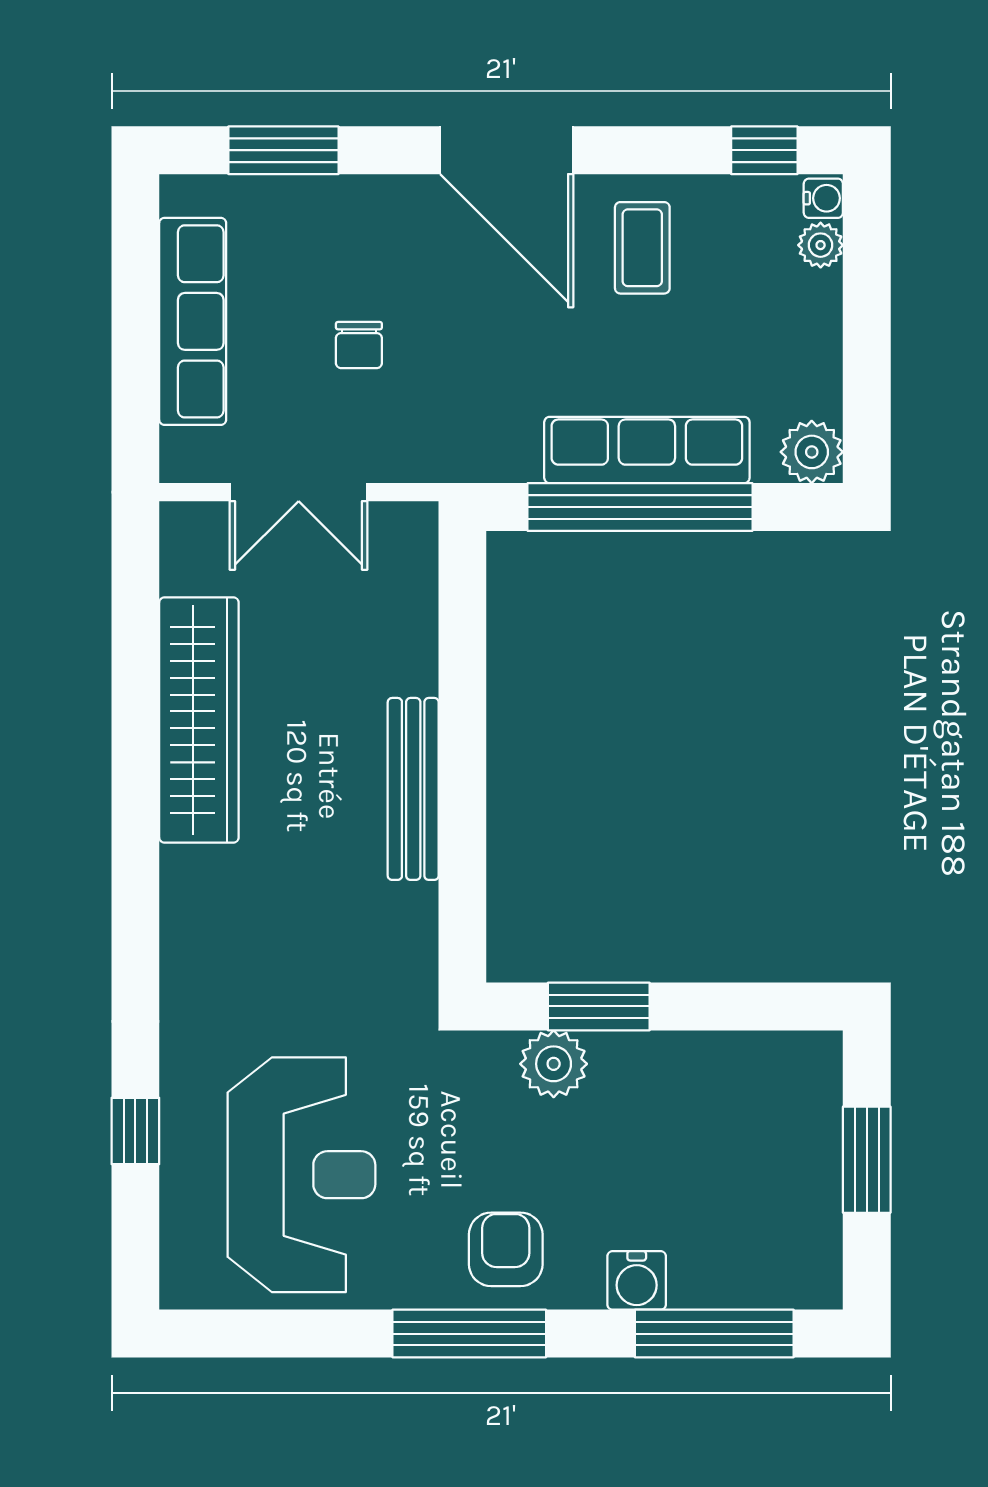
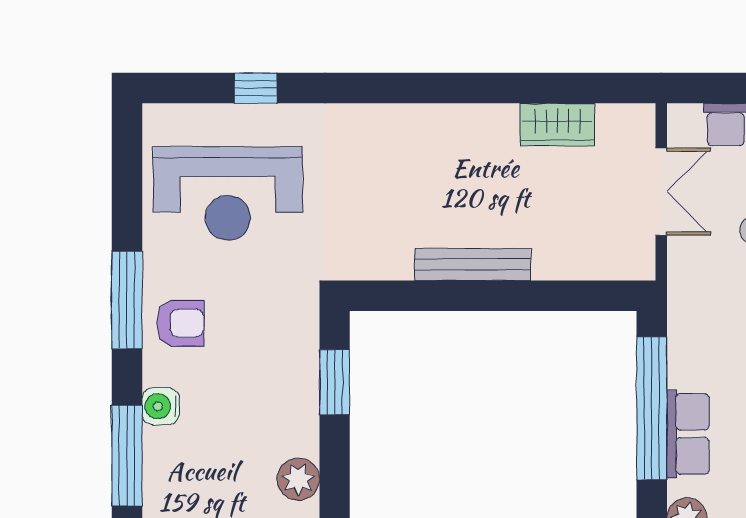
row of seats: (647, 450) -> (688, 434), width x0.68
double door: (299, 492) -> (661, 192), swing flipped
wardrobe: (199, 720) -> (557, 125), width x0.48, depth x0.85
plant: (554, 1064) -> (298, 479), moved

